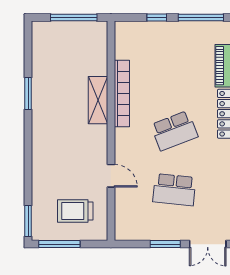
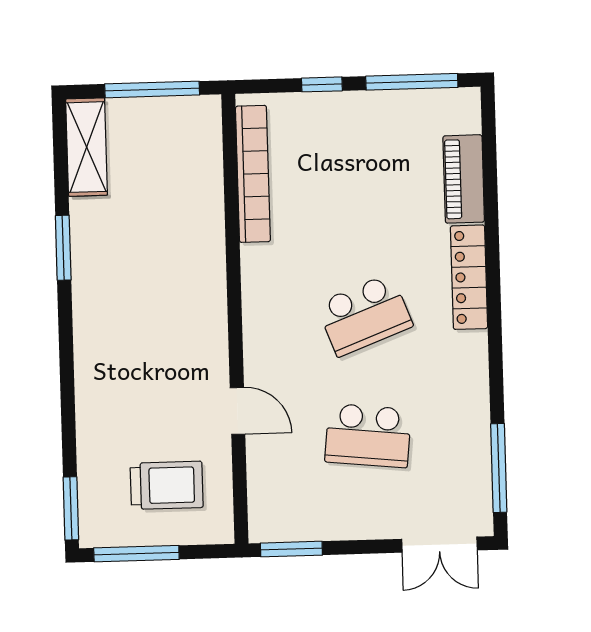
bookcase: (122, 93) -> (253, 174), moved
shelving: (98, 100) -> (87, 147), moved
trolley: (75, 211) -> (167, 485), turned 180
window: (165, 244) -> (291, 549), moved

